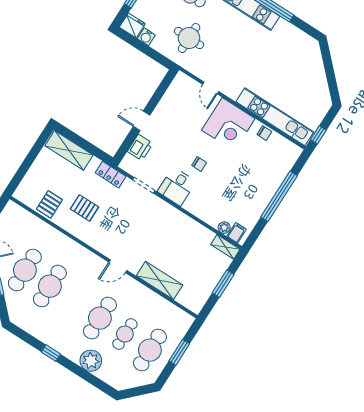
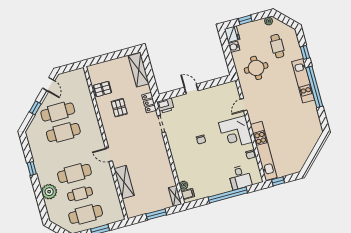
printer: (140, 147) -> (165, 106), moved
desk: (177, 187) -> (240, 177), moved, turned -90

